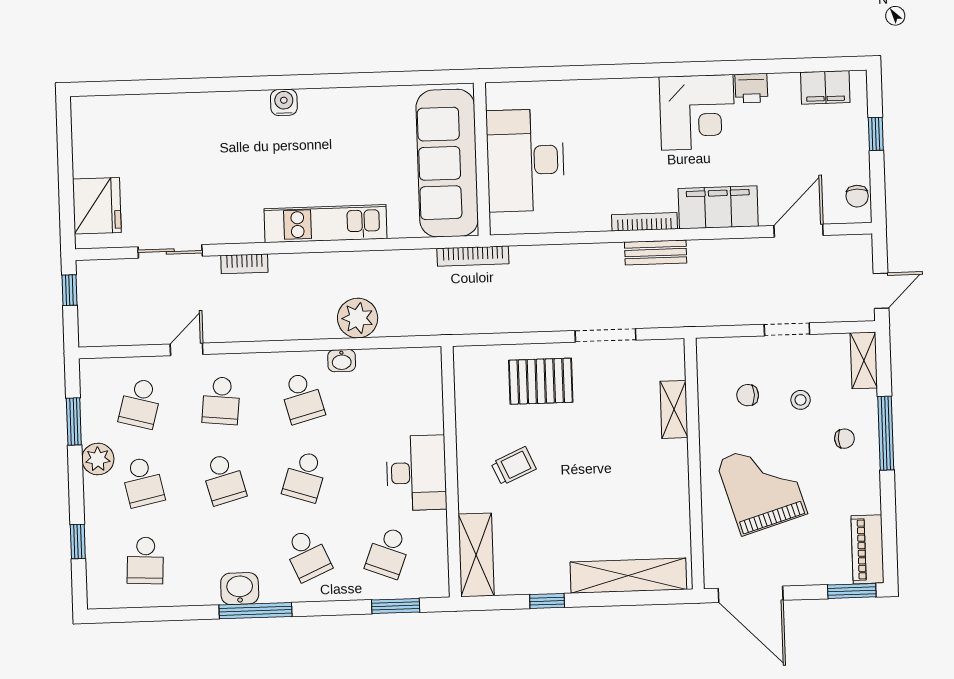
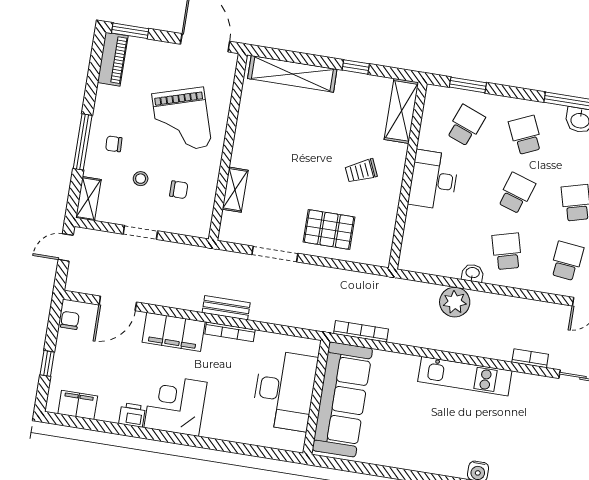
wall: (482, 159) -> (316, 397), moved
desk: (525, 160) -> (284, 390), moved
sofa: (447, 163) -> (342, 399), moved

